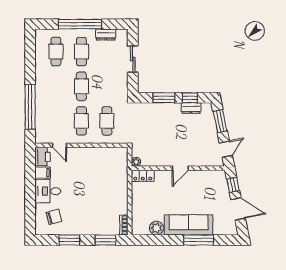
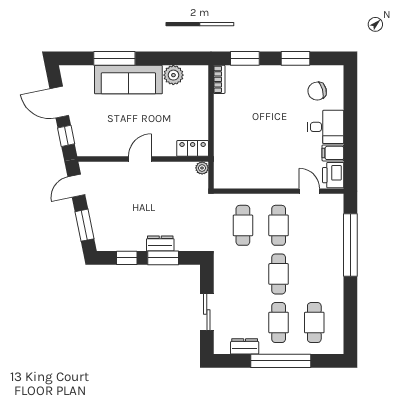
dresser: (191, 108) -> (160, 243), moved

